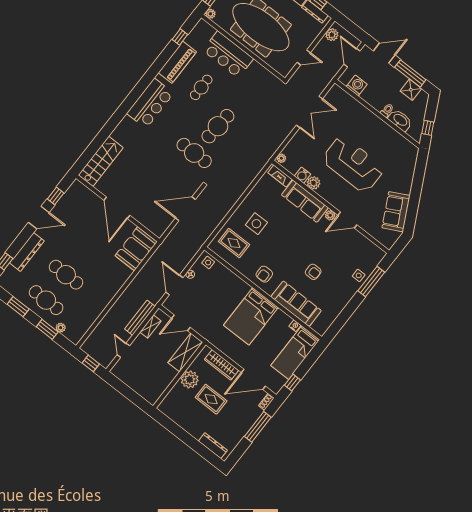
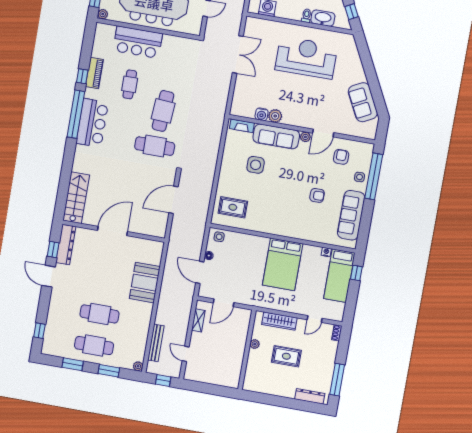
window: (180, 37) -> (82, 76), moved
piano: (177, 62) -> (94, 73), width x0.73, depth x0.75
window: (140, 88) -> (76, 114), added
plant: (281, 158) -> (235, 109), removed
reception desk: (353, 164) -> (306, 58), moved
door: (117, 208) -> (112, 231), swing flipped
door: (39, 217) -> (49, 276), swing flipped
side table: (256, 224) -> (256, 165), moved
booth: (136, 249) -> (145, 283), moved
dresser: (27, 252) -> (66, 245), moved
armchair: (264, 274) -> (341, 157), moved, turned 180
window: (371, 281) -> (374, 176), width x1.46
sofa: (296, 304) -> (351, 215), moved, turned -90
bench: (140, 318) -> (156, 343), moved
plant: (61, 328) -> (138, 366), moved
shelving: (185, 352) -> (241, 327), removed
plant: (190, 379) -> (255, 344), width x0.53, depth x0.53
door: (253, 379) -> (315, 319), width x0.53
window: (292, 383) -> (356, 273), moved
window: (258, 427) -> (337, 380), moved

